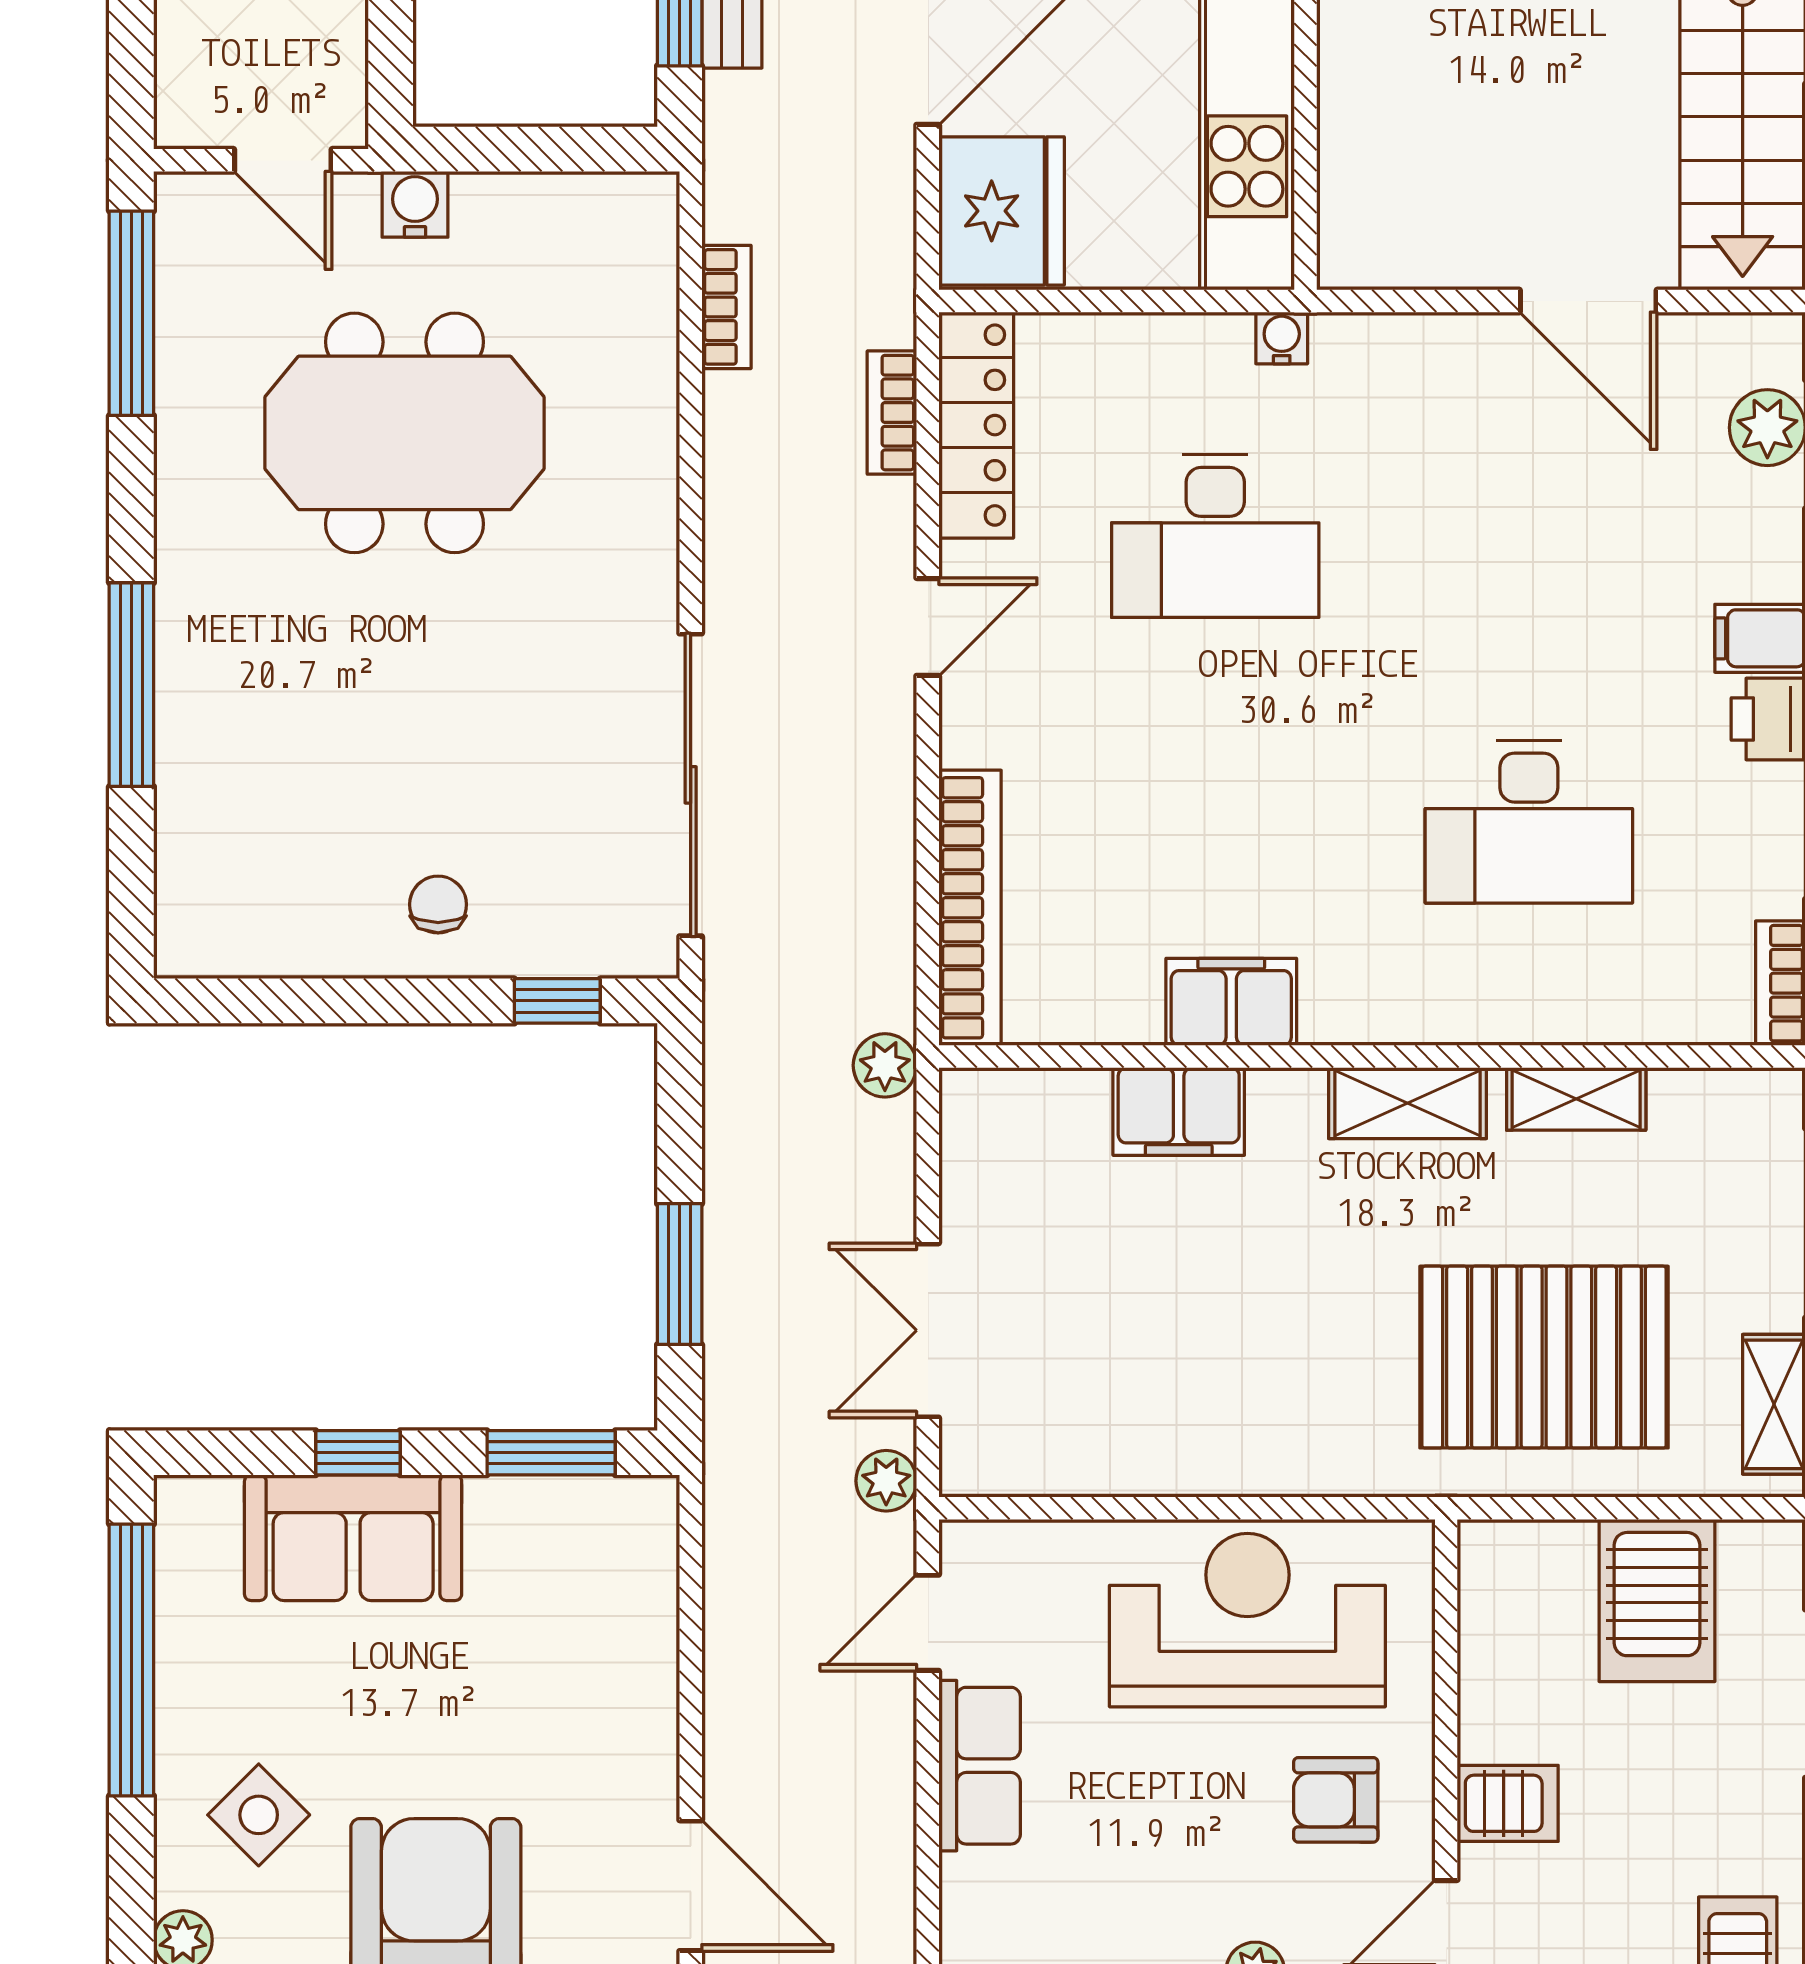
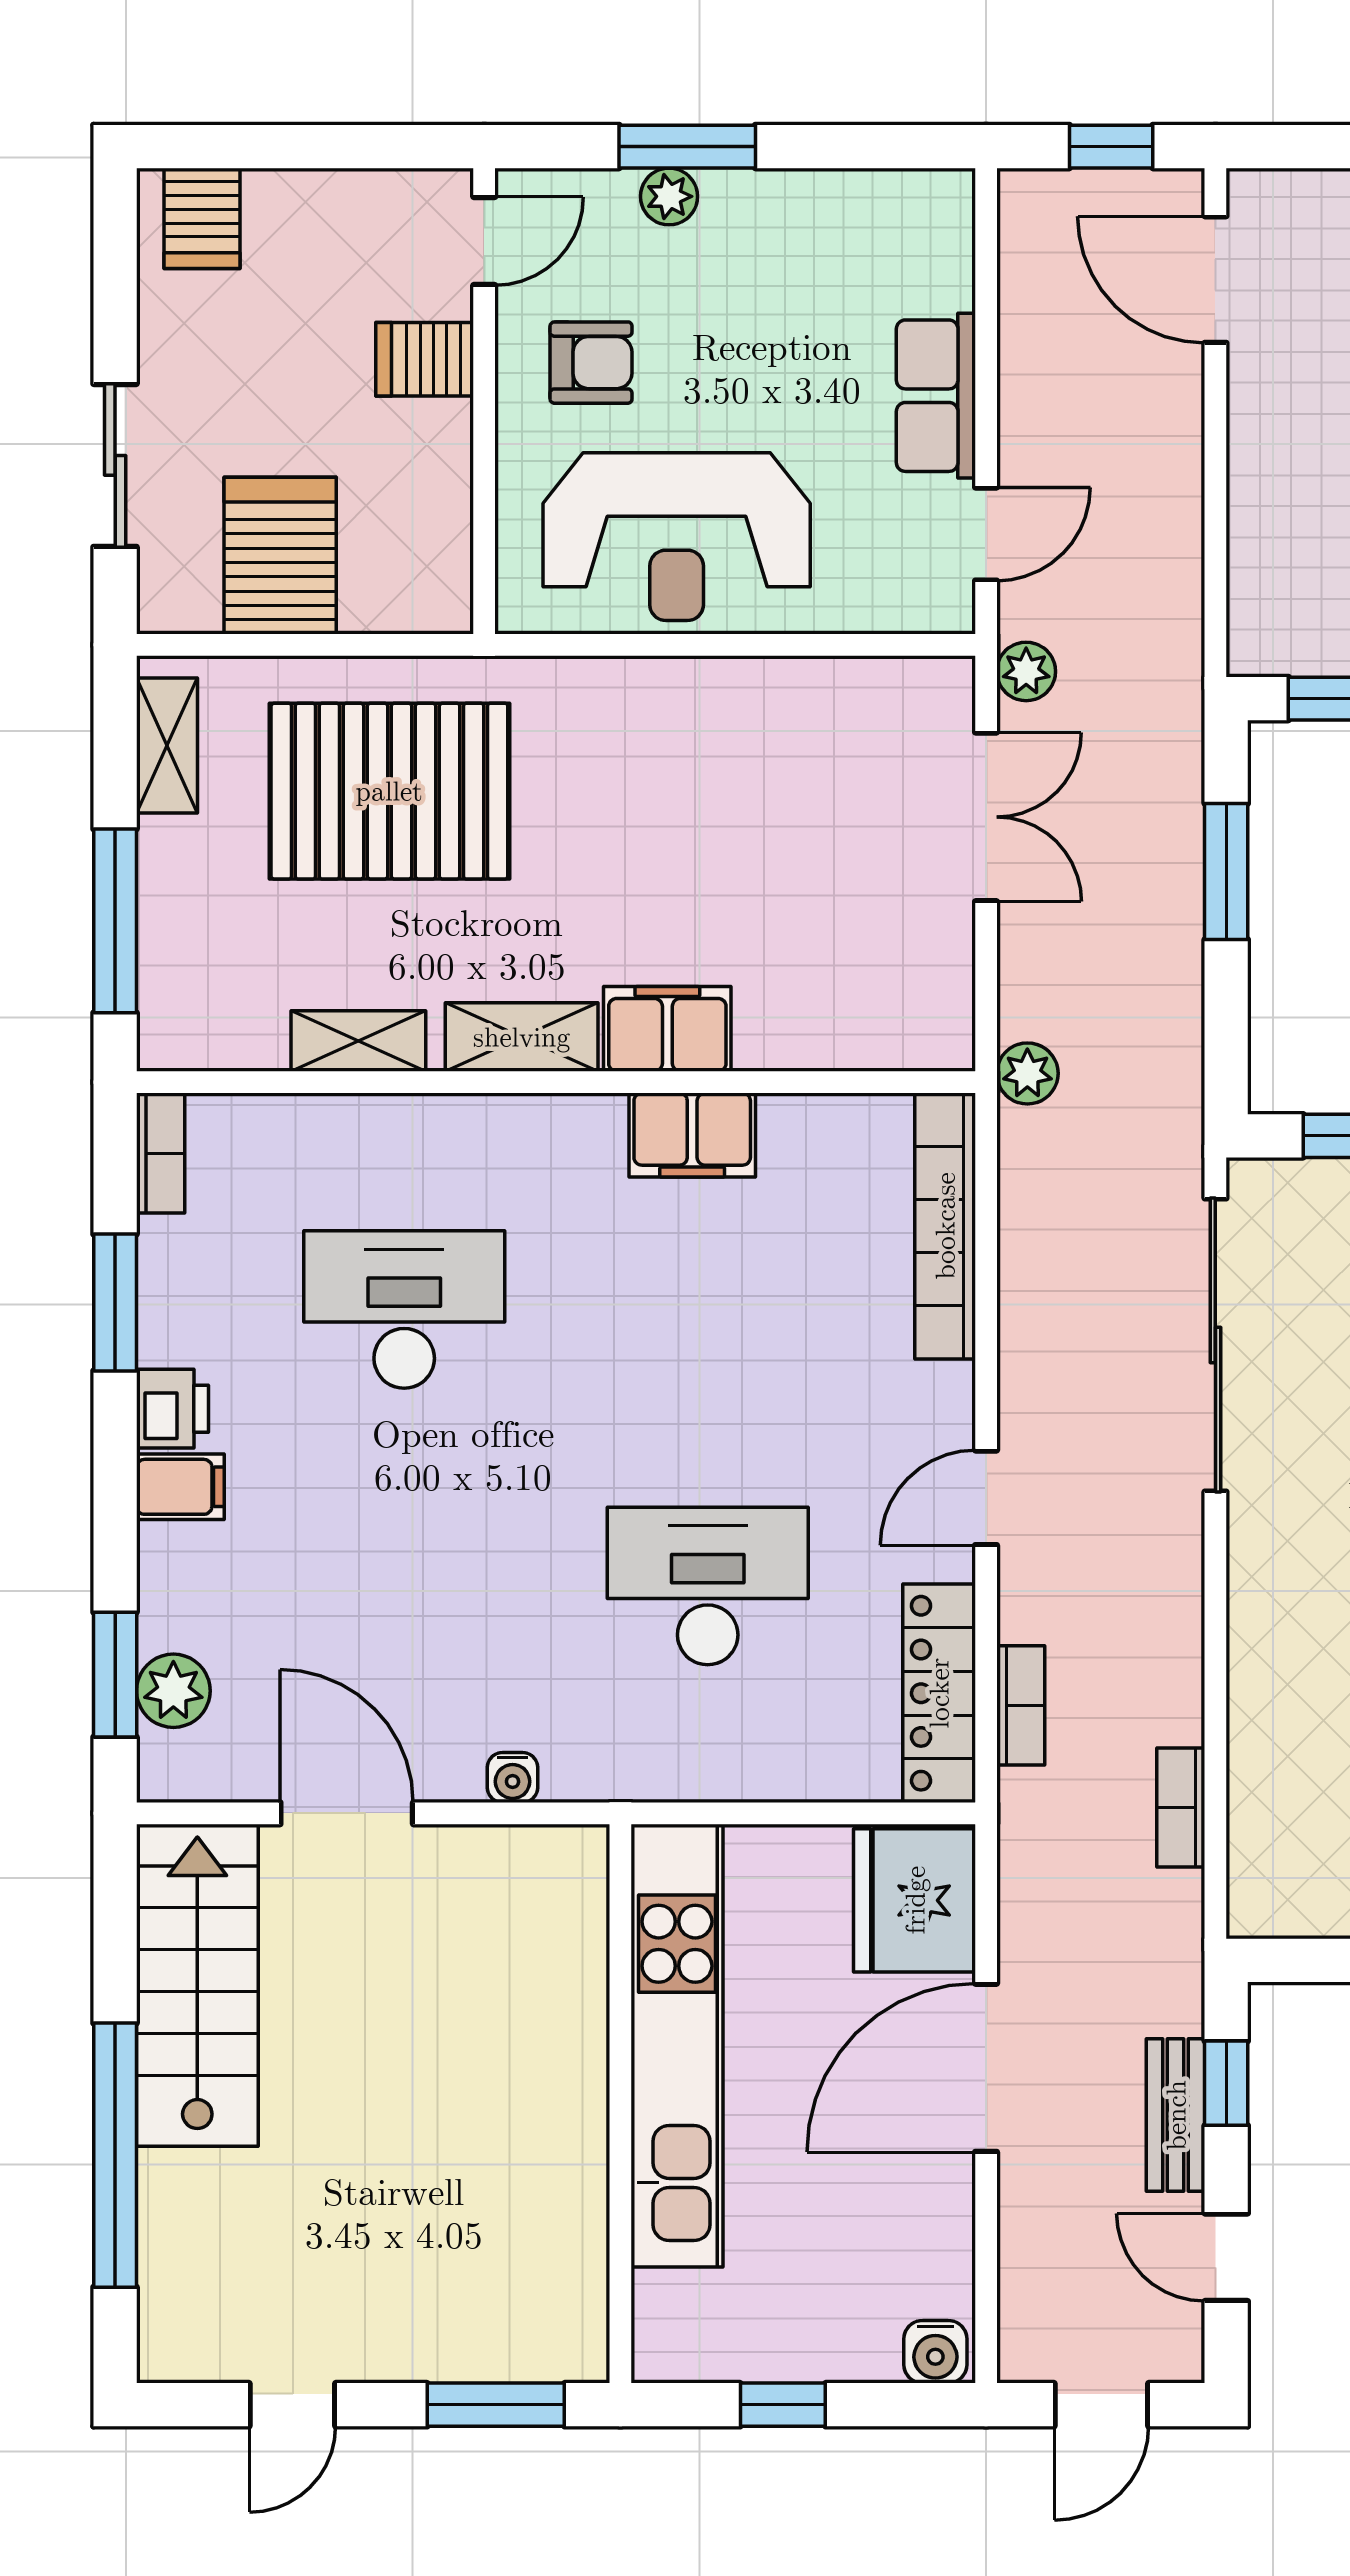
water cooler: (1282, 338) -> (513, 1777), moved
filing cabinet: (1179, 1111) -> (667, 1029), moved

